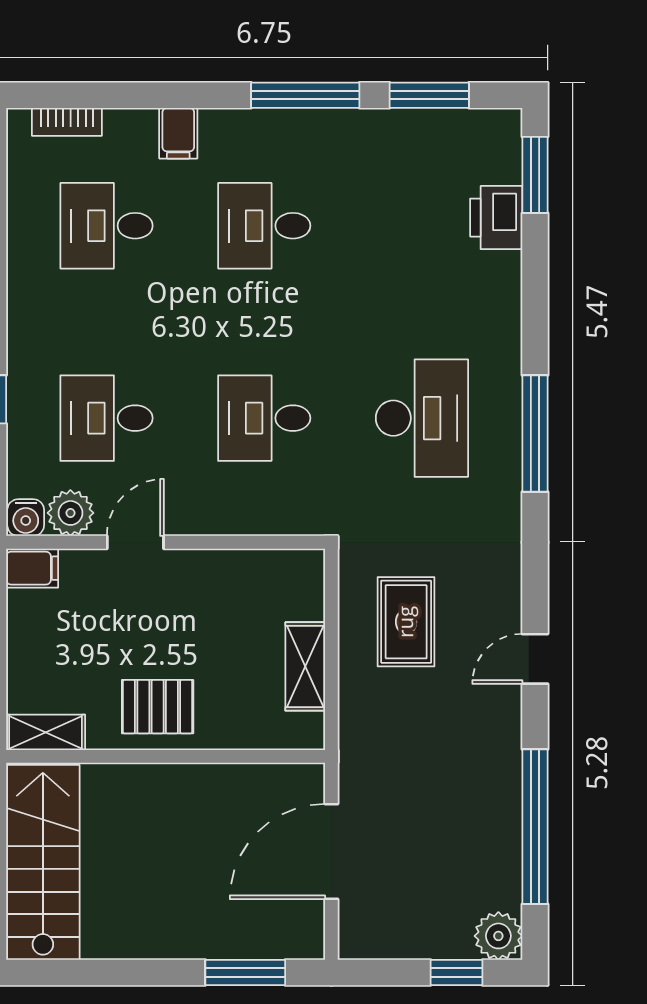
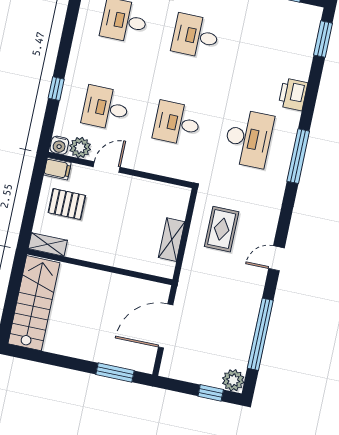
printer: (496, 218) -> (293, 94), moved
pallet: (158, 707) -> (67, 204), moved

